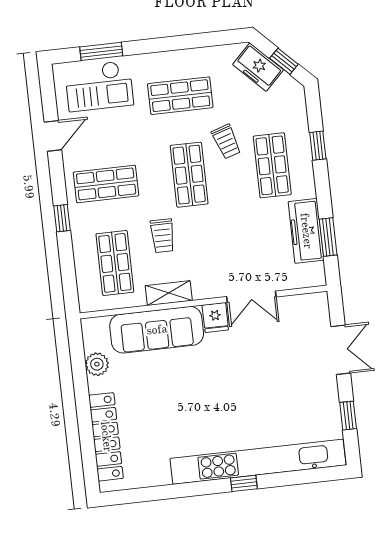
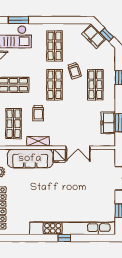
shop shelf: (180, 96) -> (54, 46), turned 90
freezer: (306, 231) -> (108, 123), width x0.71

